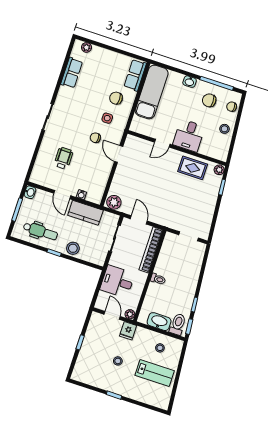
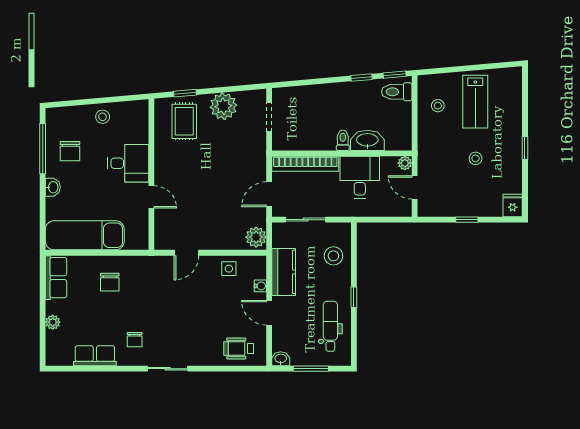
plant: (86, 47) -> (53, 322), moved
row of seats: (135, 75) -> (56, 278), moved, turned -90
chair: (232, 107) -> (68, 117), removed
side table: (107, 118) -> (229, 269), moved
chair: (95, 138) -> (135, 340), moved
wheelchair: (63, 158) -> (239, 349), moved
rug: (193, 168) -> (184, 121), moved
plant: (219, 170) -> (223, 106), moved, width x1.87, depth x1.87
door: (62, 195) -> (269, 313), swing flipped
stool: (73, 248) -> (333, 256), moved
desk: (117, 282) -> (360, 177), moved, turned 180
door: (112, 315) -> (415, 187), hinge flipped
washbasin: (159, 322) -> (367, 140), moved, turned 90
fridge: (128, 331) -> (513, 205), moved, turned -90
lab bench: (155, 373) -> (475, 102), turned 180

